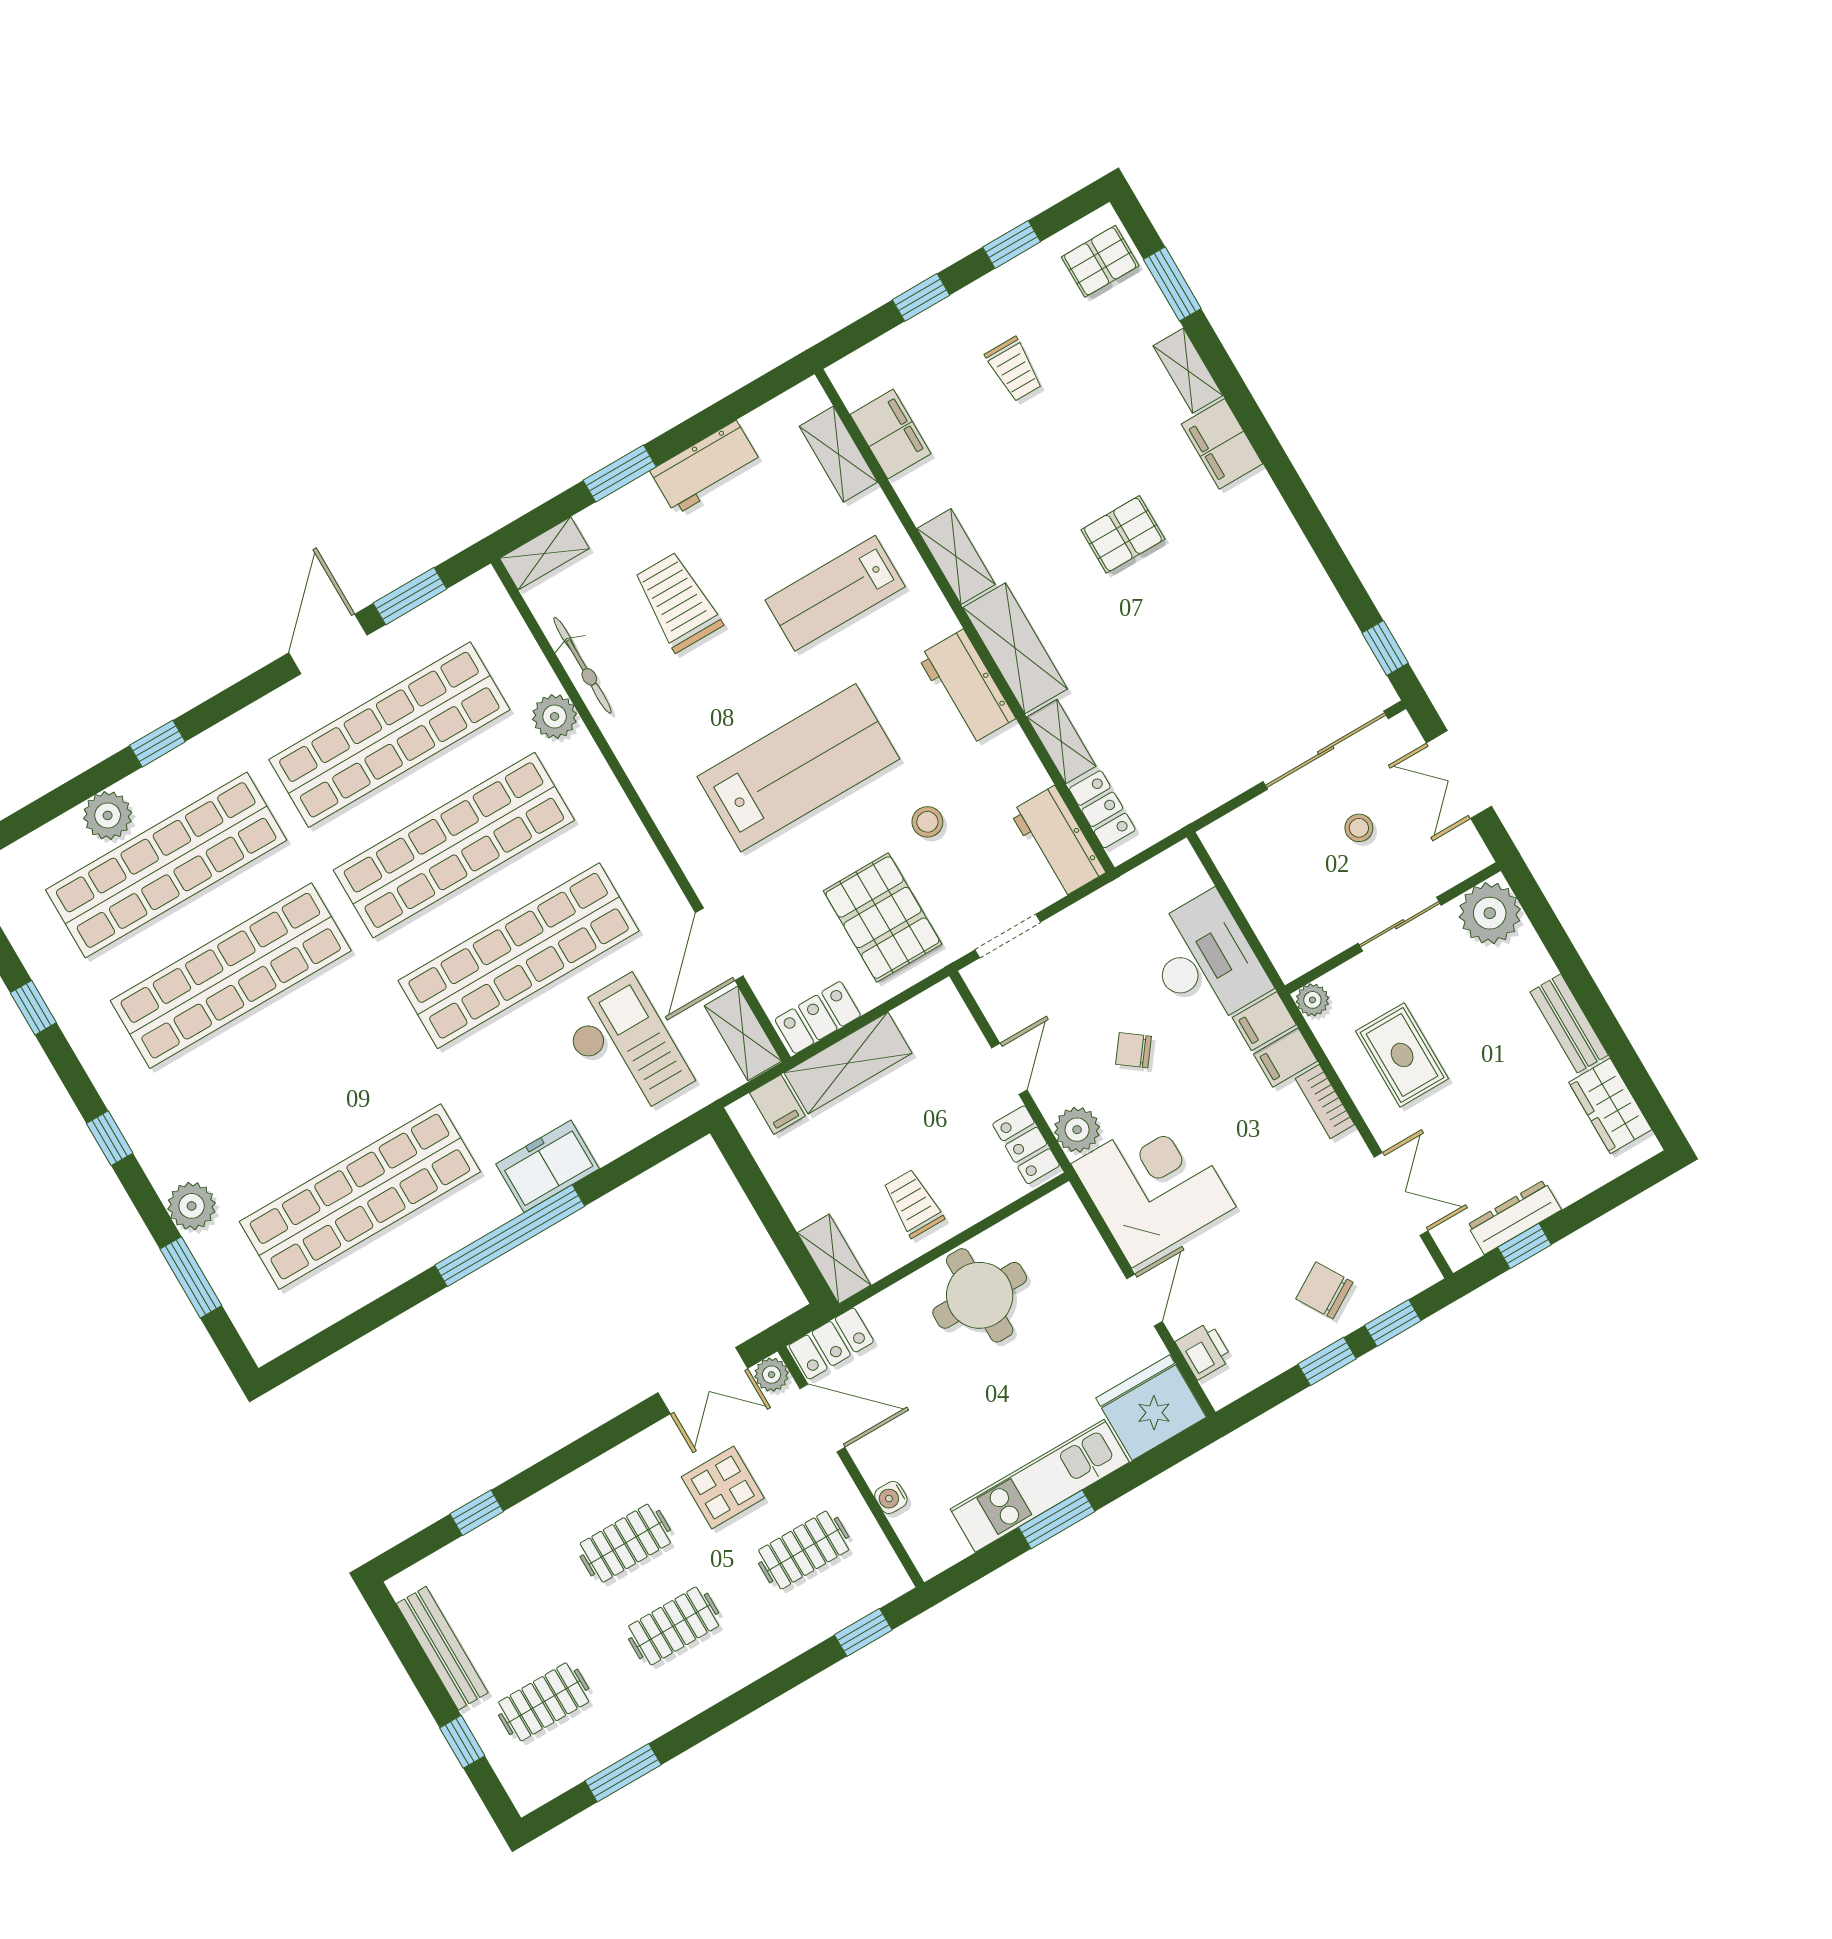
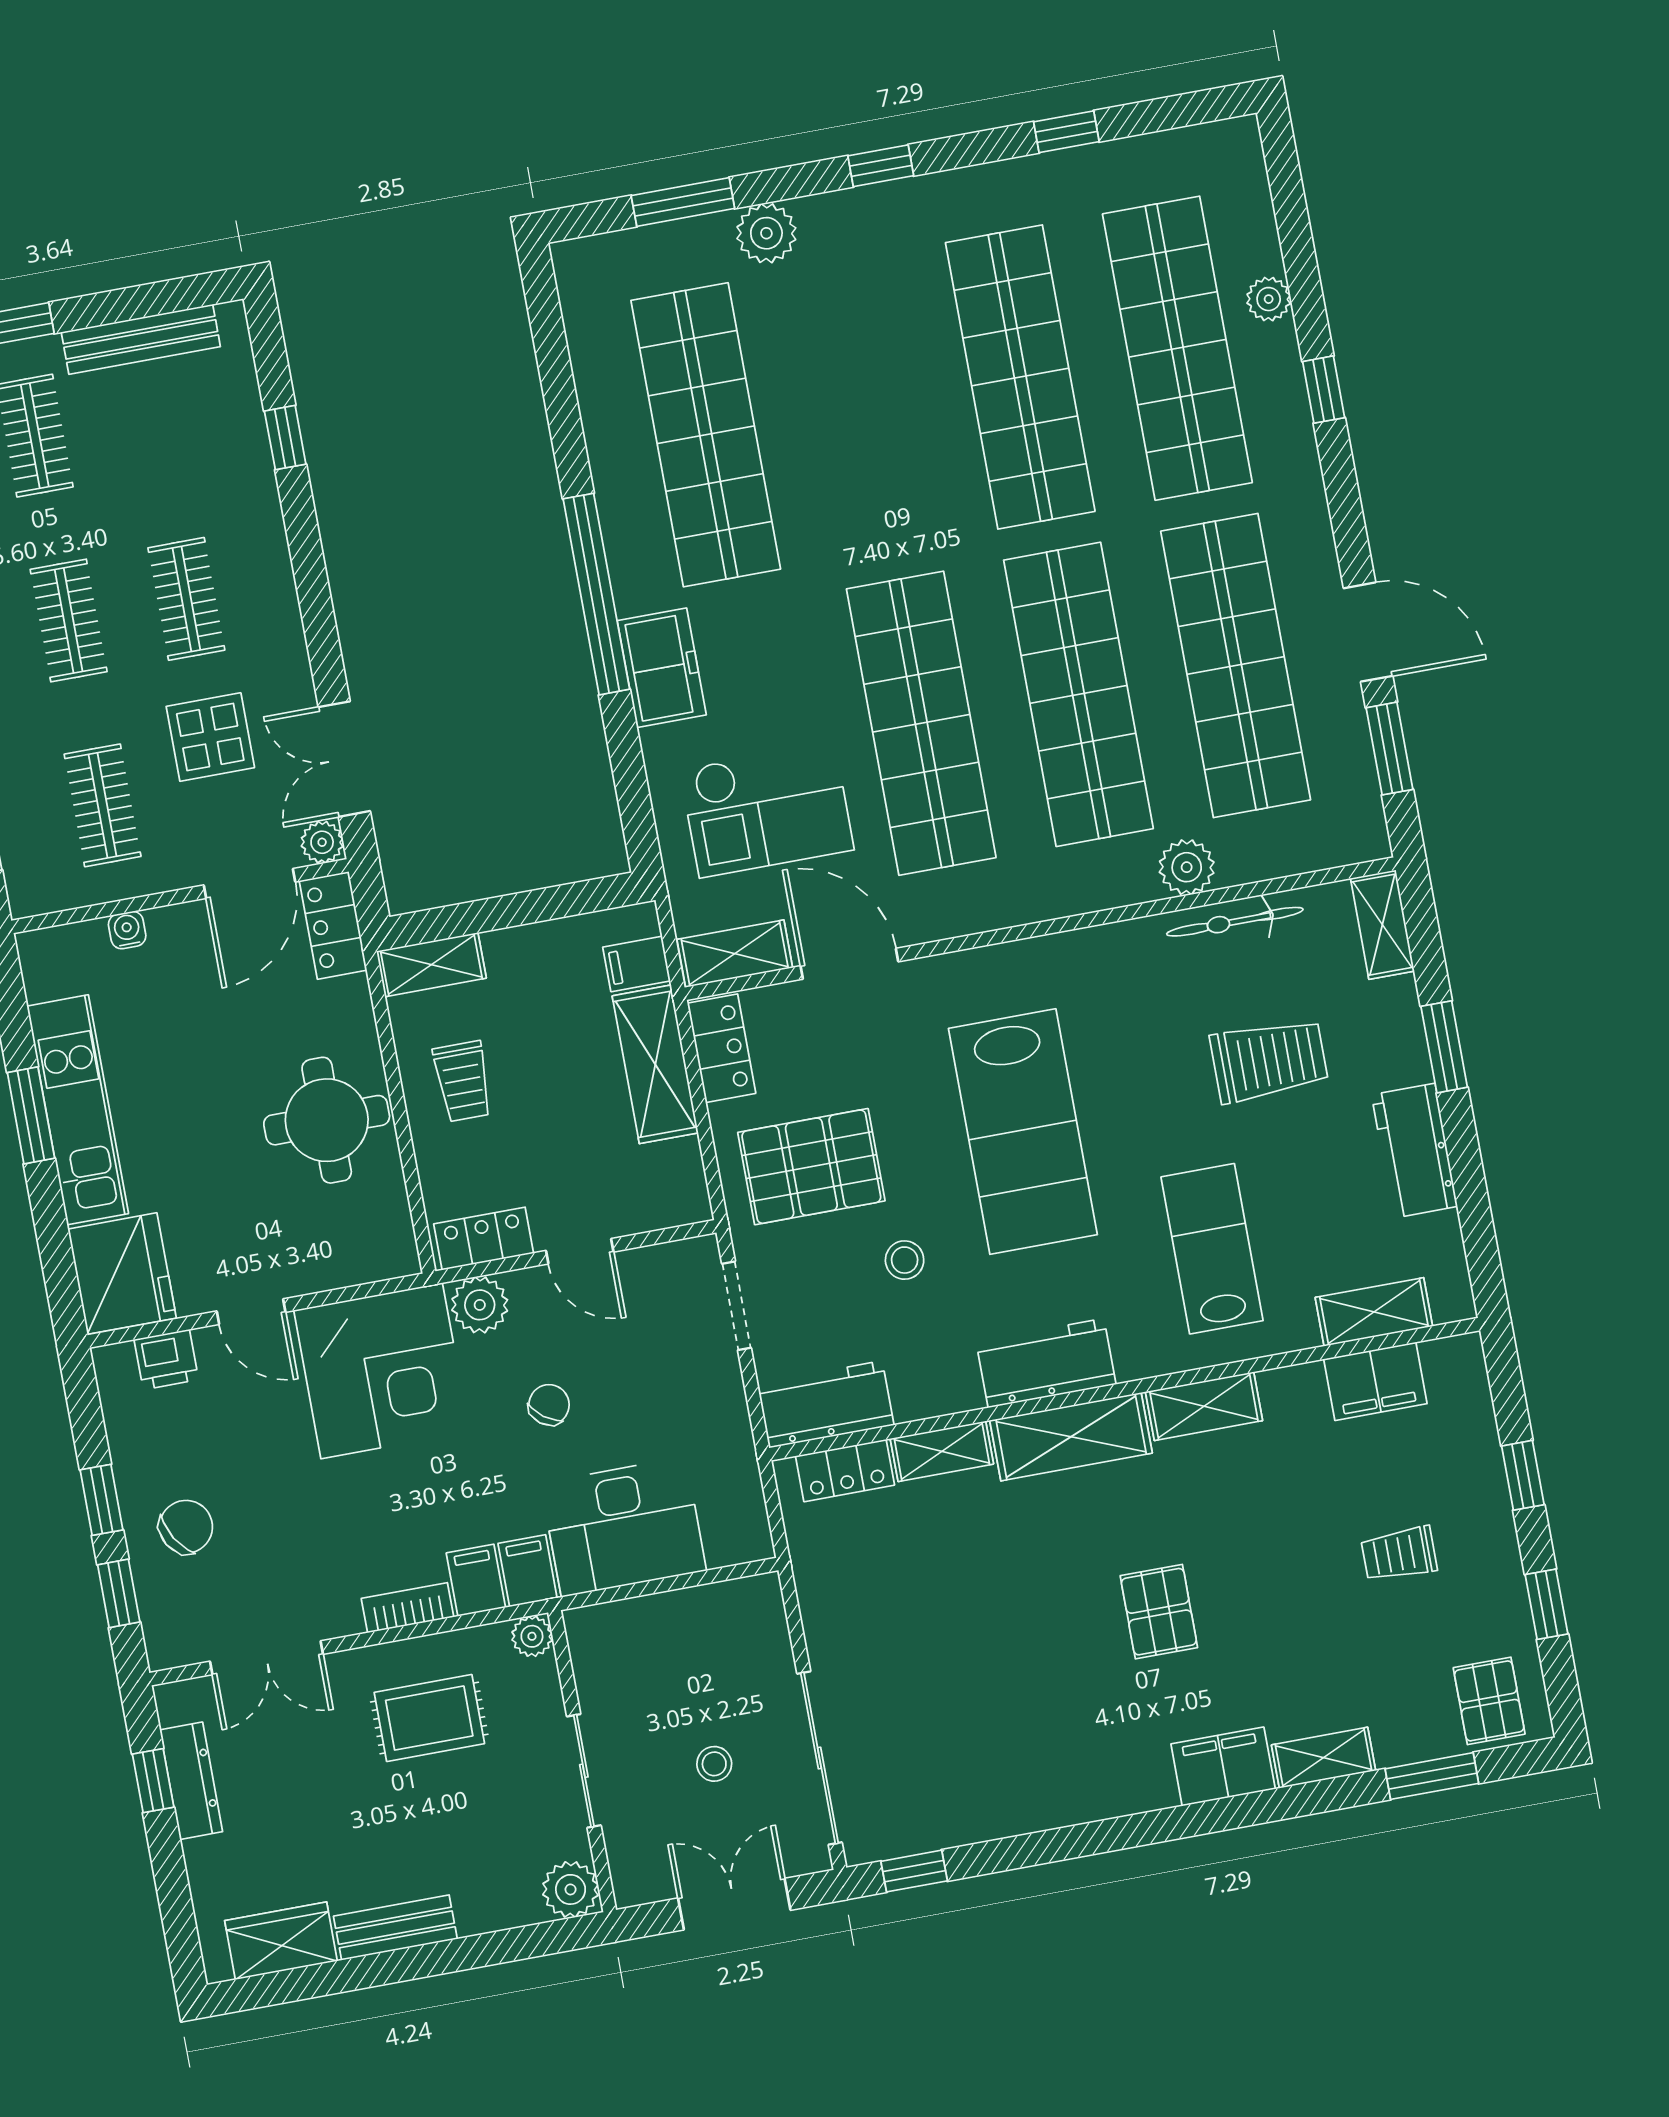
plant: (108, 815) -> (1269, 299), width x0.73, depth x0.73
plant: (1490, 913) -> (571, 1889), width x0.73, depth x0.73
trolley: (913, 1203) -> (463, 1081), turned 90

